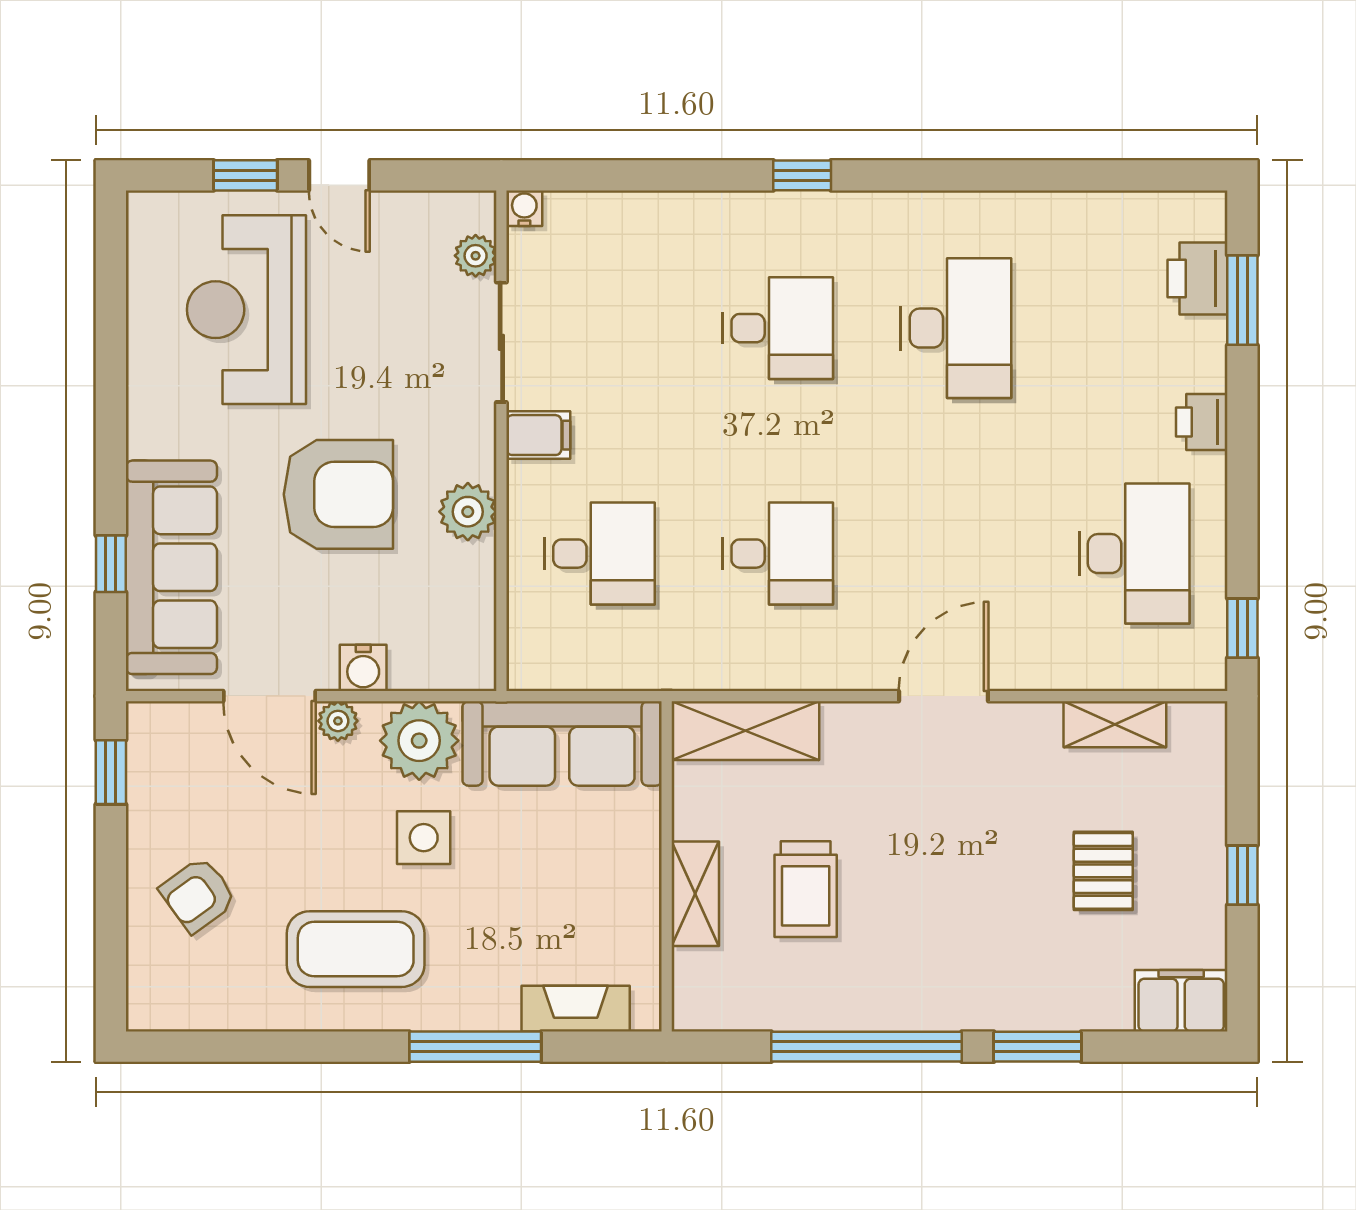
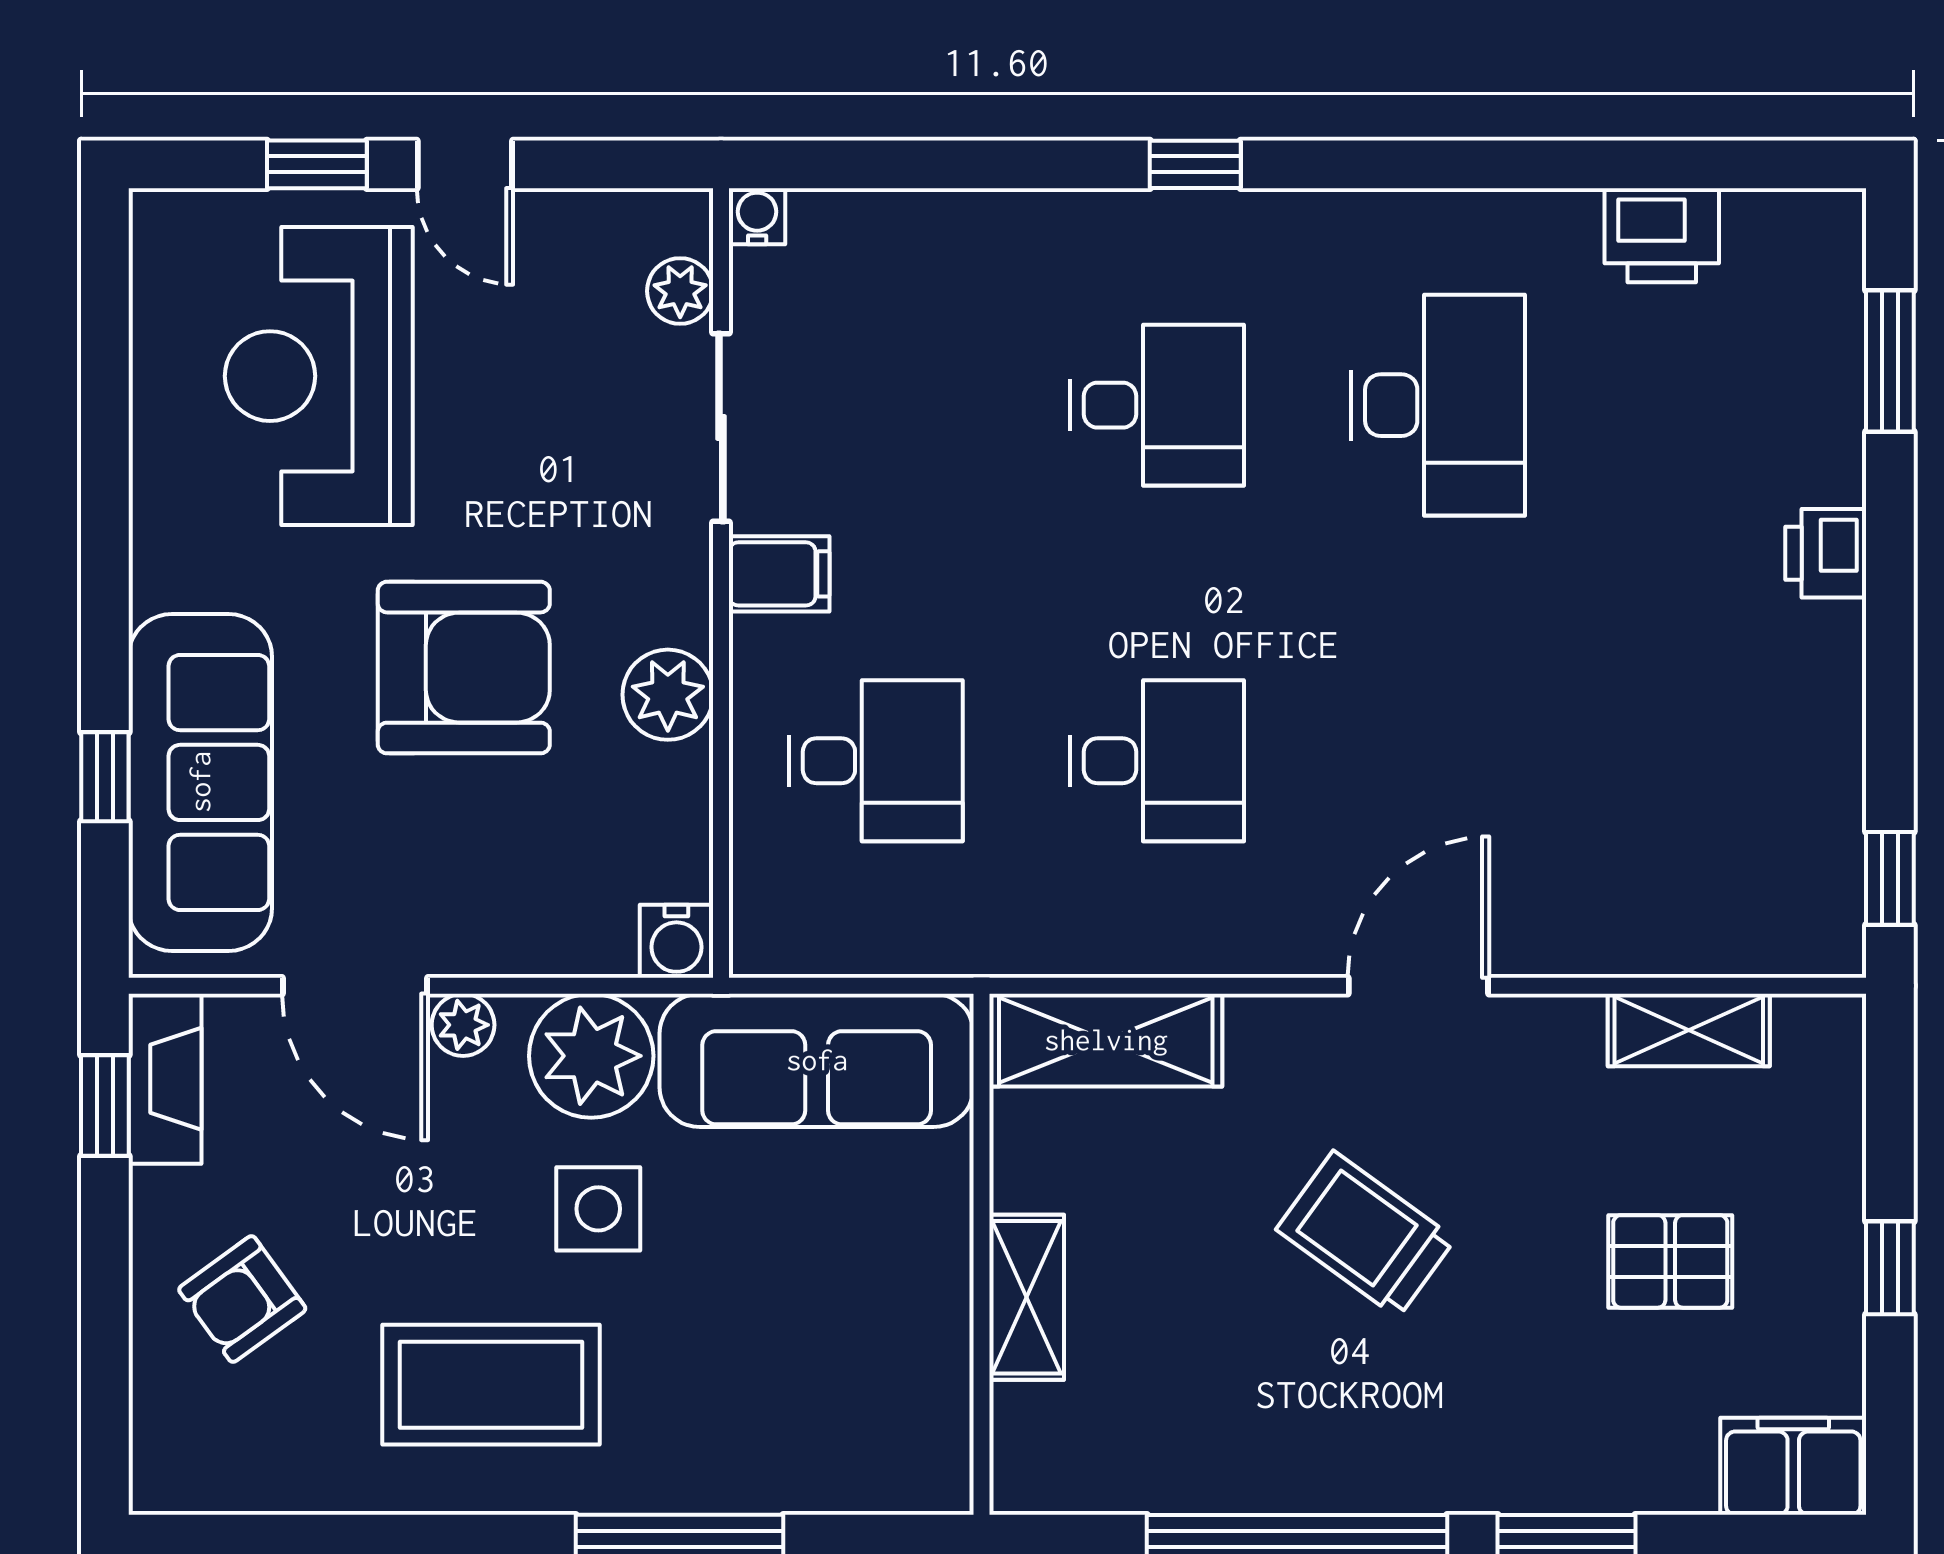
printer: (1198, 278) -> (1662, 235), moved, turned -90
desk: (1134, 554) -> (1719, 761), removed
water cooler: (363, 668) -> (676, 941), moved
pallet: (1103, 871) -> (1670, 1261), turned 90
trolley: (806, 889) -> (1366, 1234), moved, turned 126
fireplace: (576, 1009) -> (165, 1079), moved, turned 90

